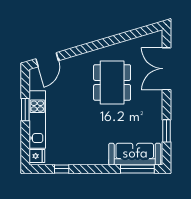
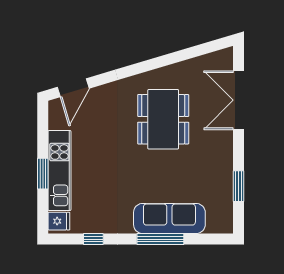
window: (25, 110) -> (43, 174), moved
sofa: (135, 154) -> (169, 218), moved
window: (137, 169) -> (160, 239), moved

